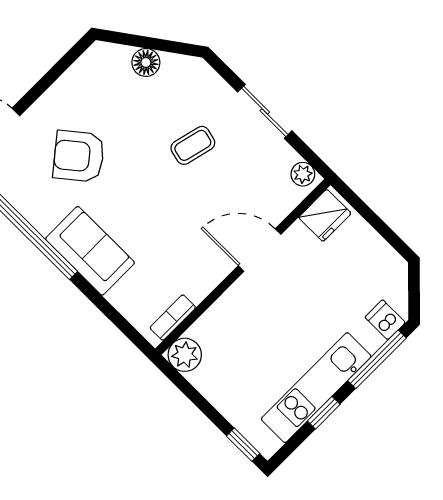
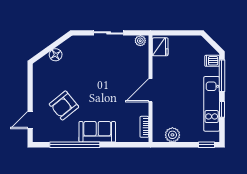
coffee table: (193, 145) -> (97, 66), removed
door: (260, 250) -> (150, 90), moved
plant: (185, 355) -> (172, 135), moved

